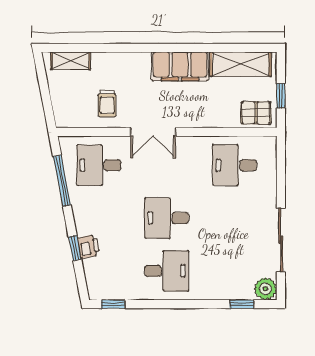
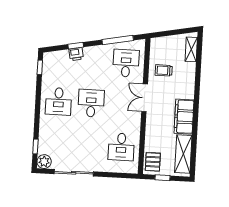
desk: (235, 165) -> (121, 147), turned 180

